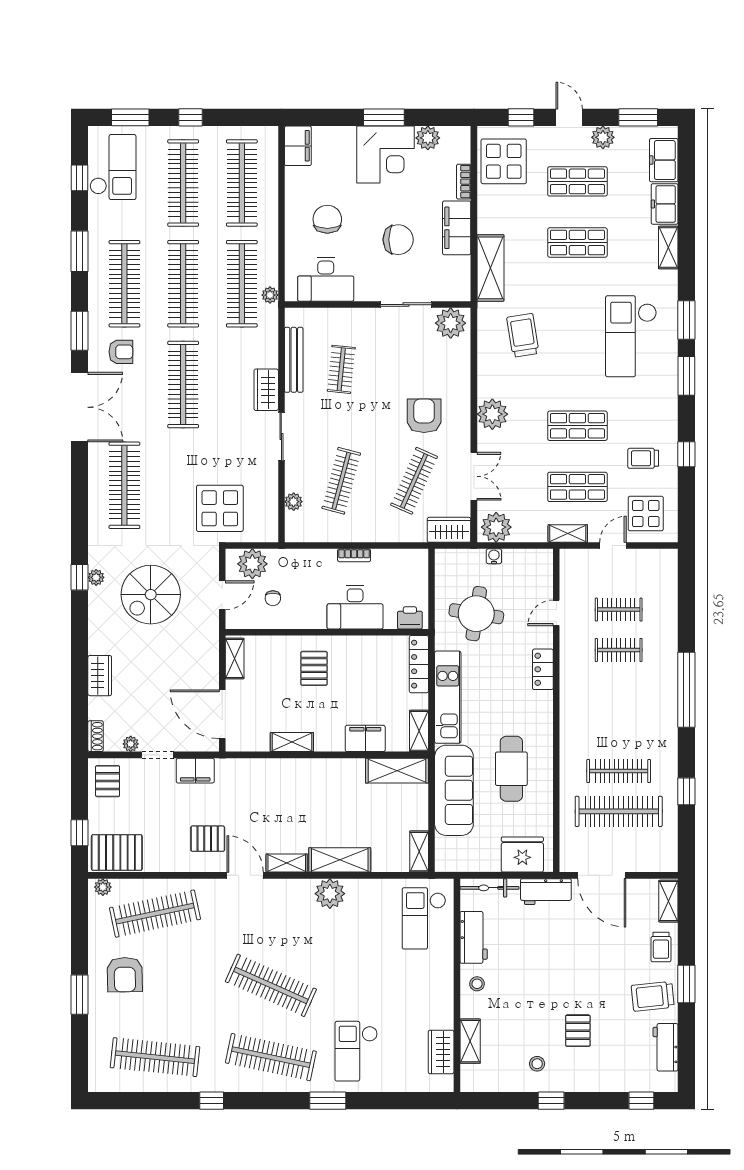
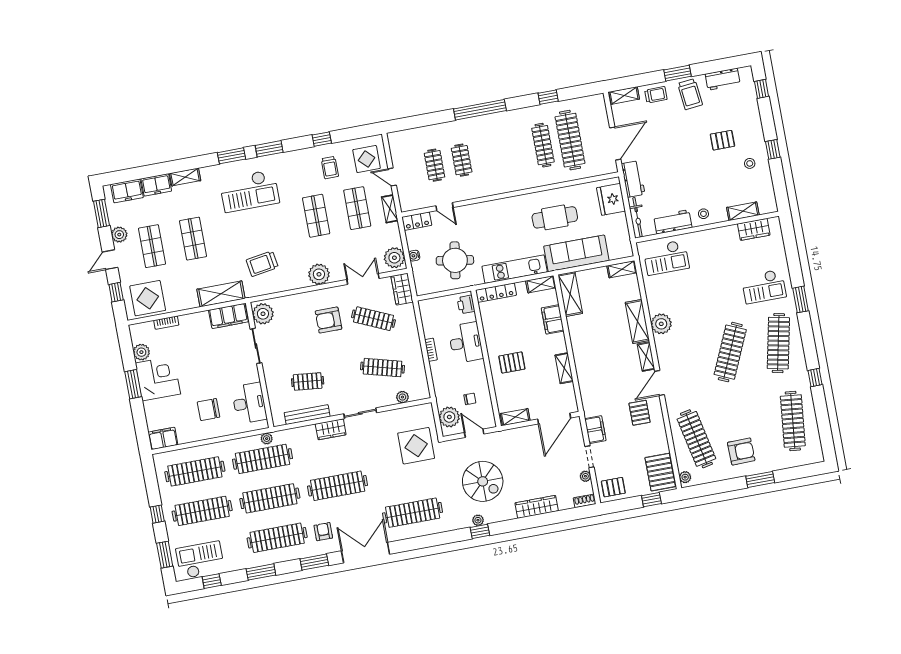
filing cabinet: (457, 228) -> (228, 316), moved
chair: (398, 240) -> (213, 359), removed
locker: (543, 669) -> (417, 221), moved
wardrobe: (100, 676) -> (537, 507), width x1.50

